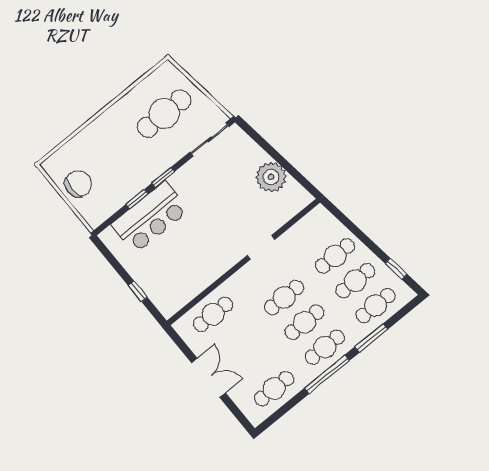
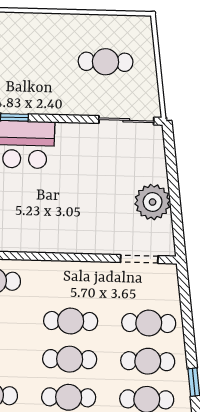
cafe table: (164, 114) -> (106, 62), width x0.73, depth x0.74
window: (163, 177) -> (55, 118), removed
doorway: (261, 247) -> (139, 259), moved

